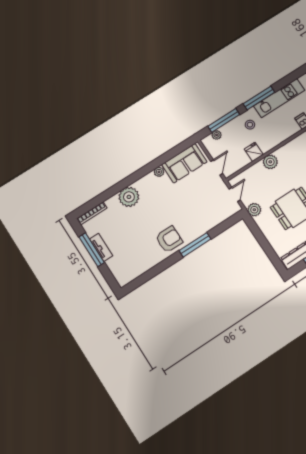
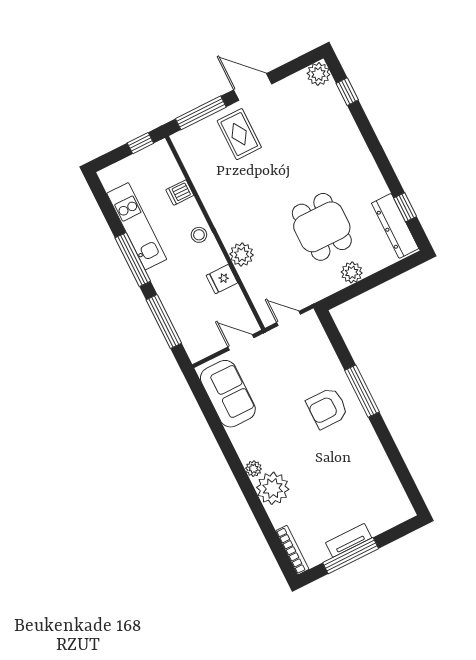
stool: (250, 125) -> (199, 235), moved
plant: (217, 135) -> (187, 336), removed
plant: (159, 172) -> (254, 469), moved
plant: (254, 210) -> (352, 272), moved
armchair: (169, 239) -> (327, 408), moved, turned -90

